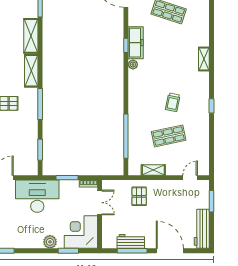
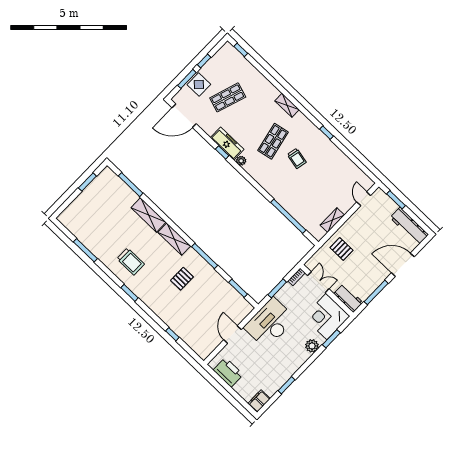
shop shelf: (169, 136) -> (273, 141), moved
workbench: (131, 241) -> (348, 298), moved, turned 90

